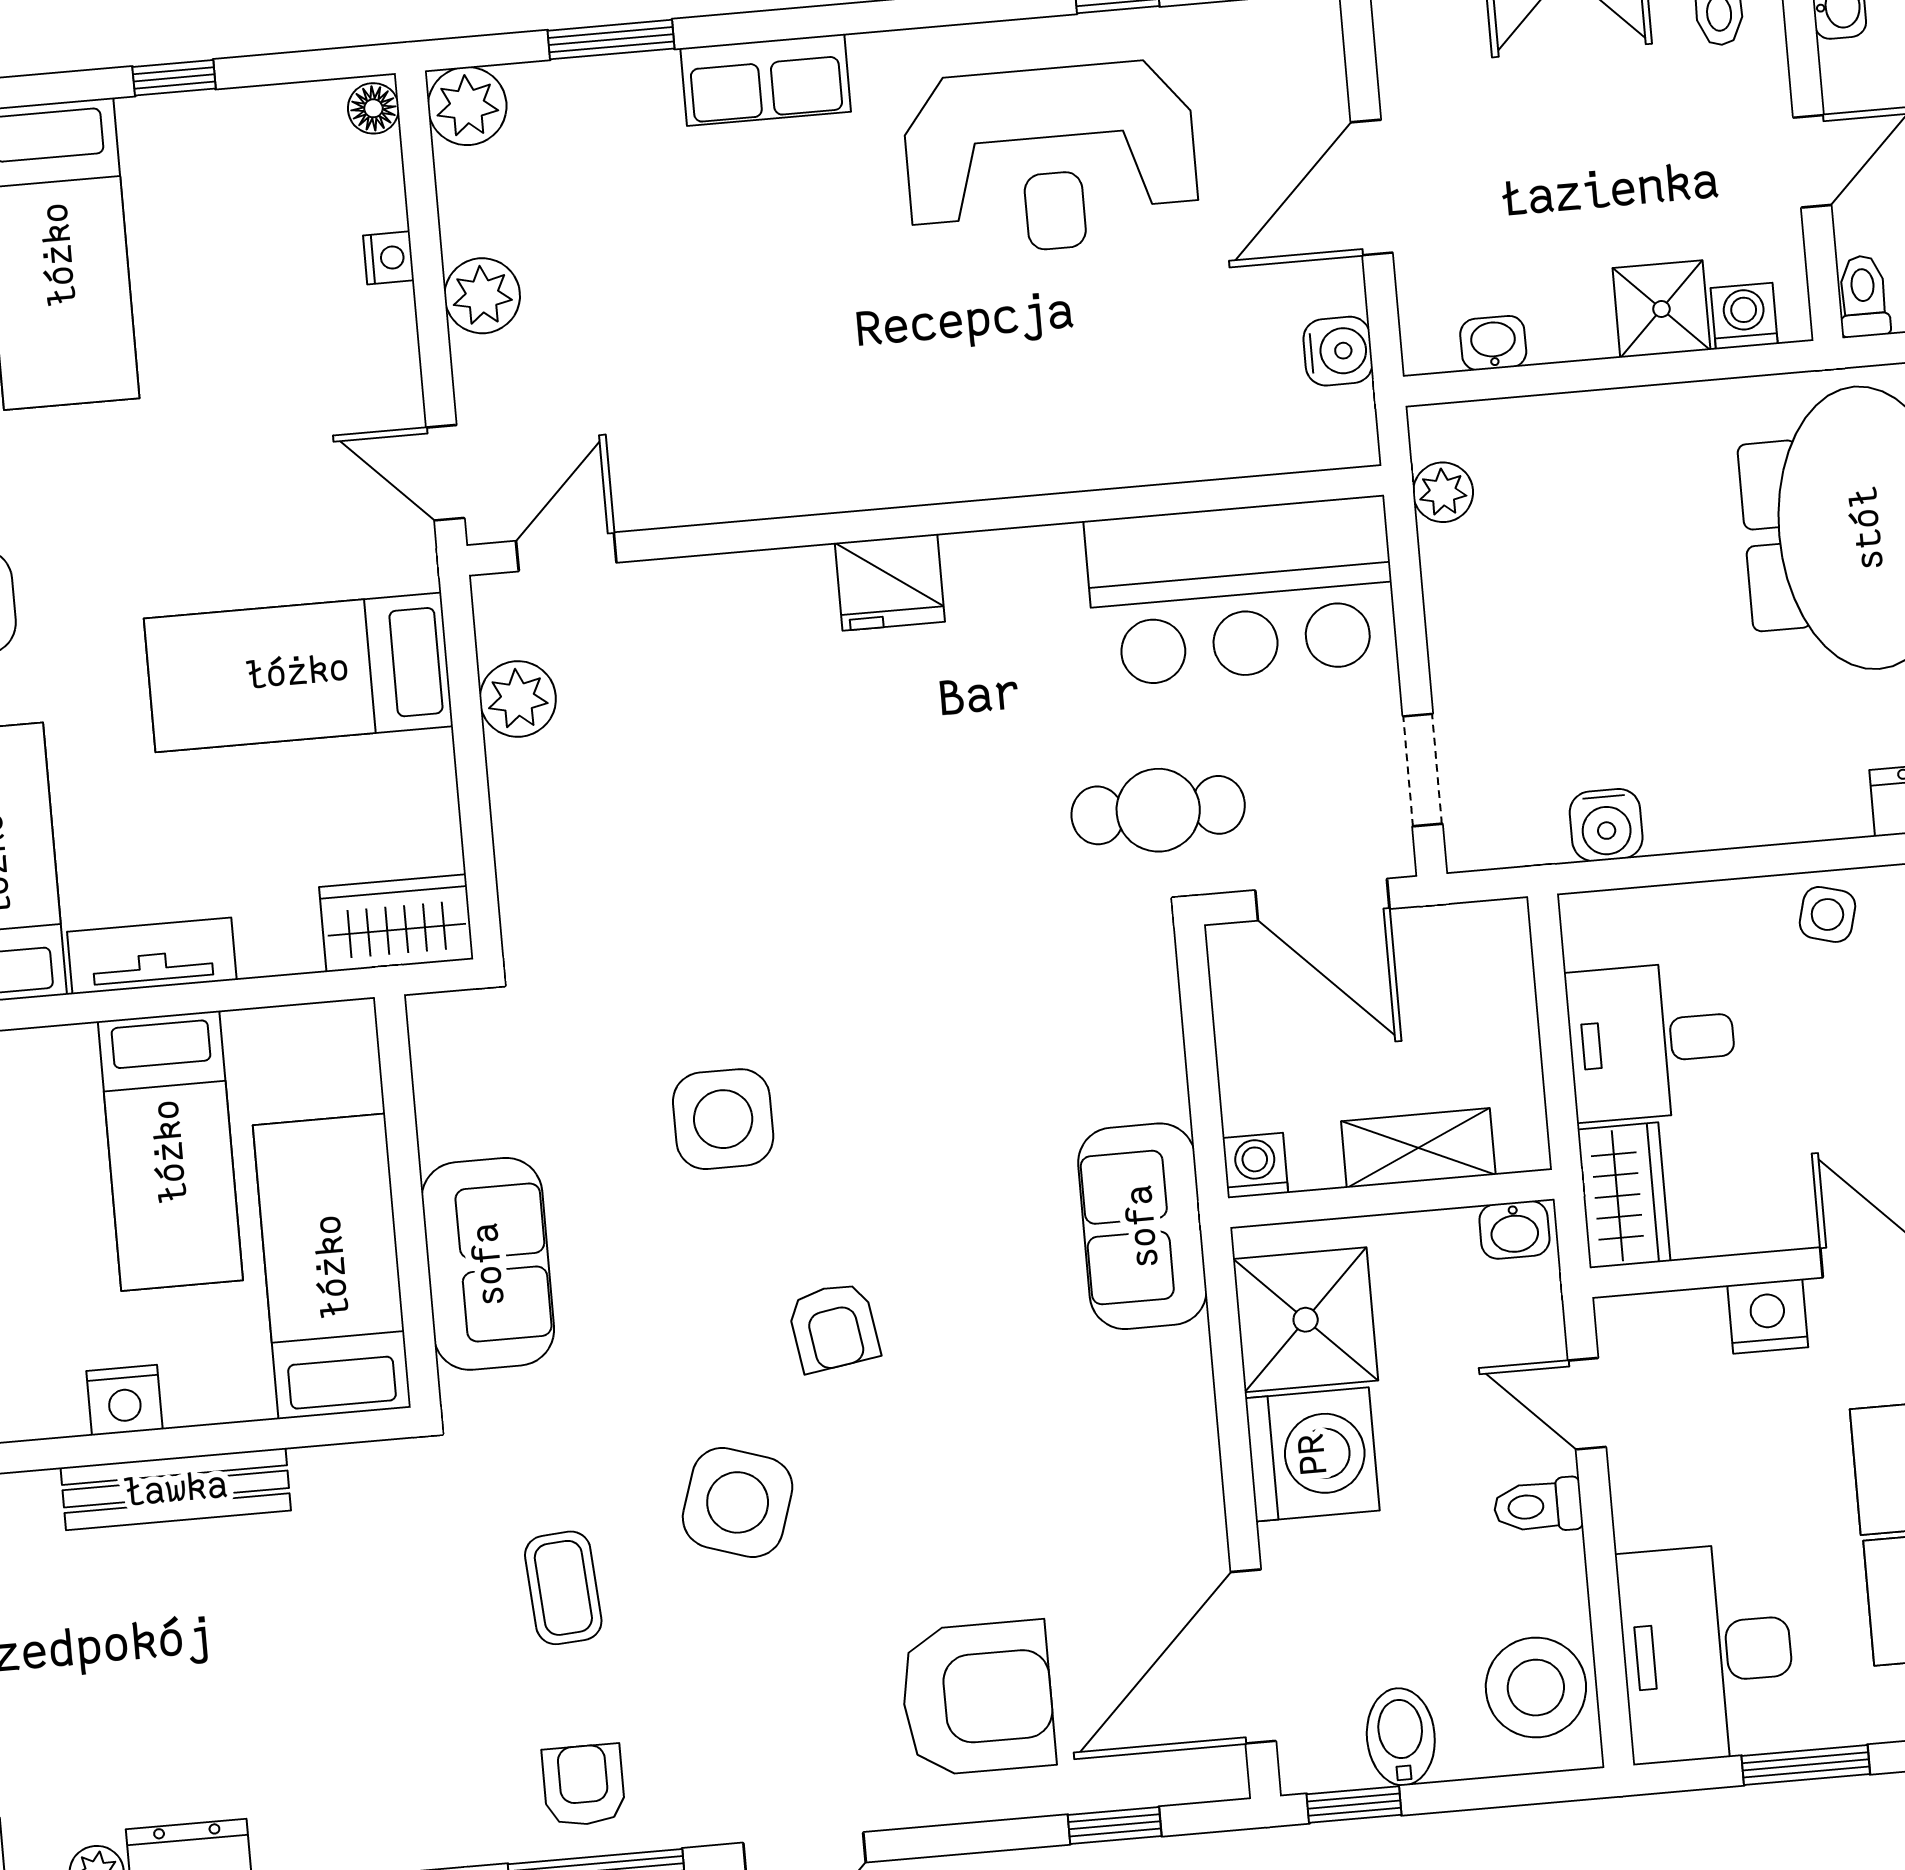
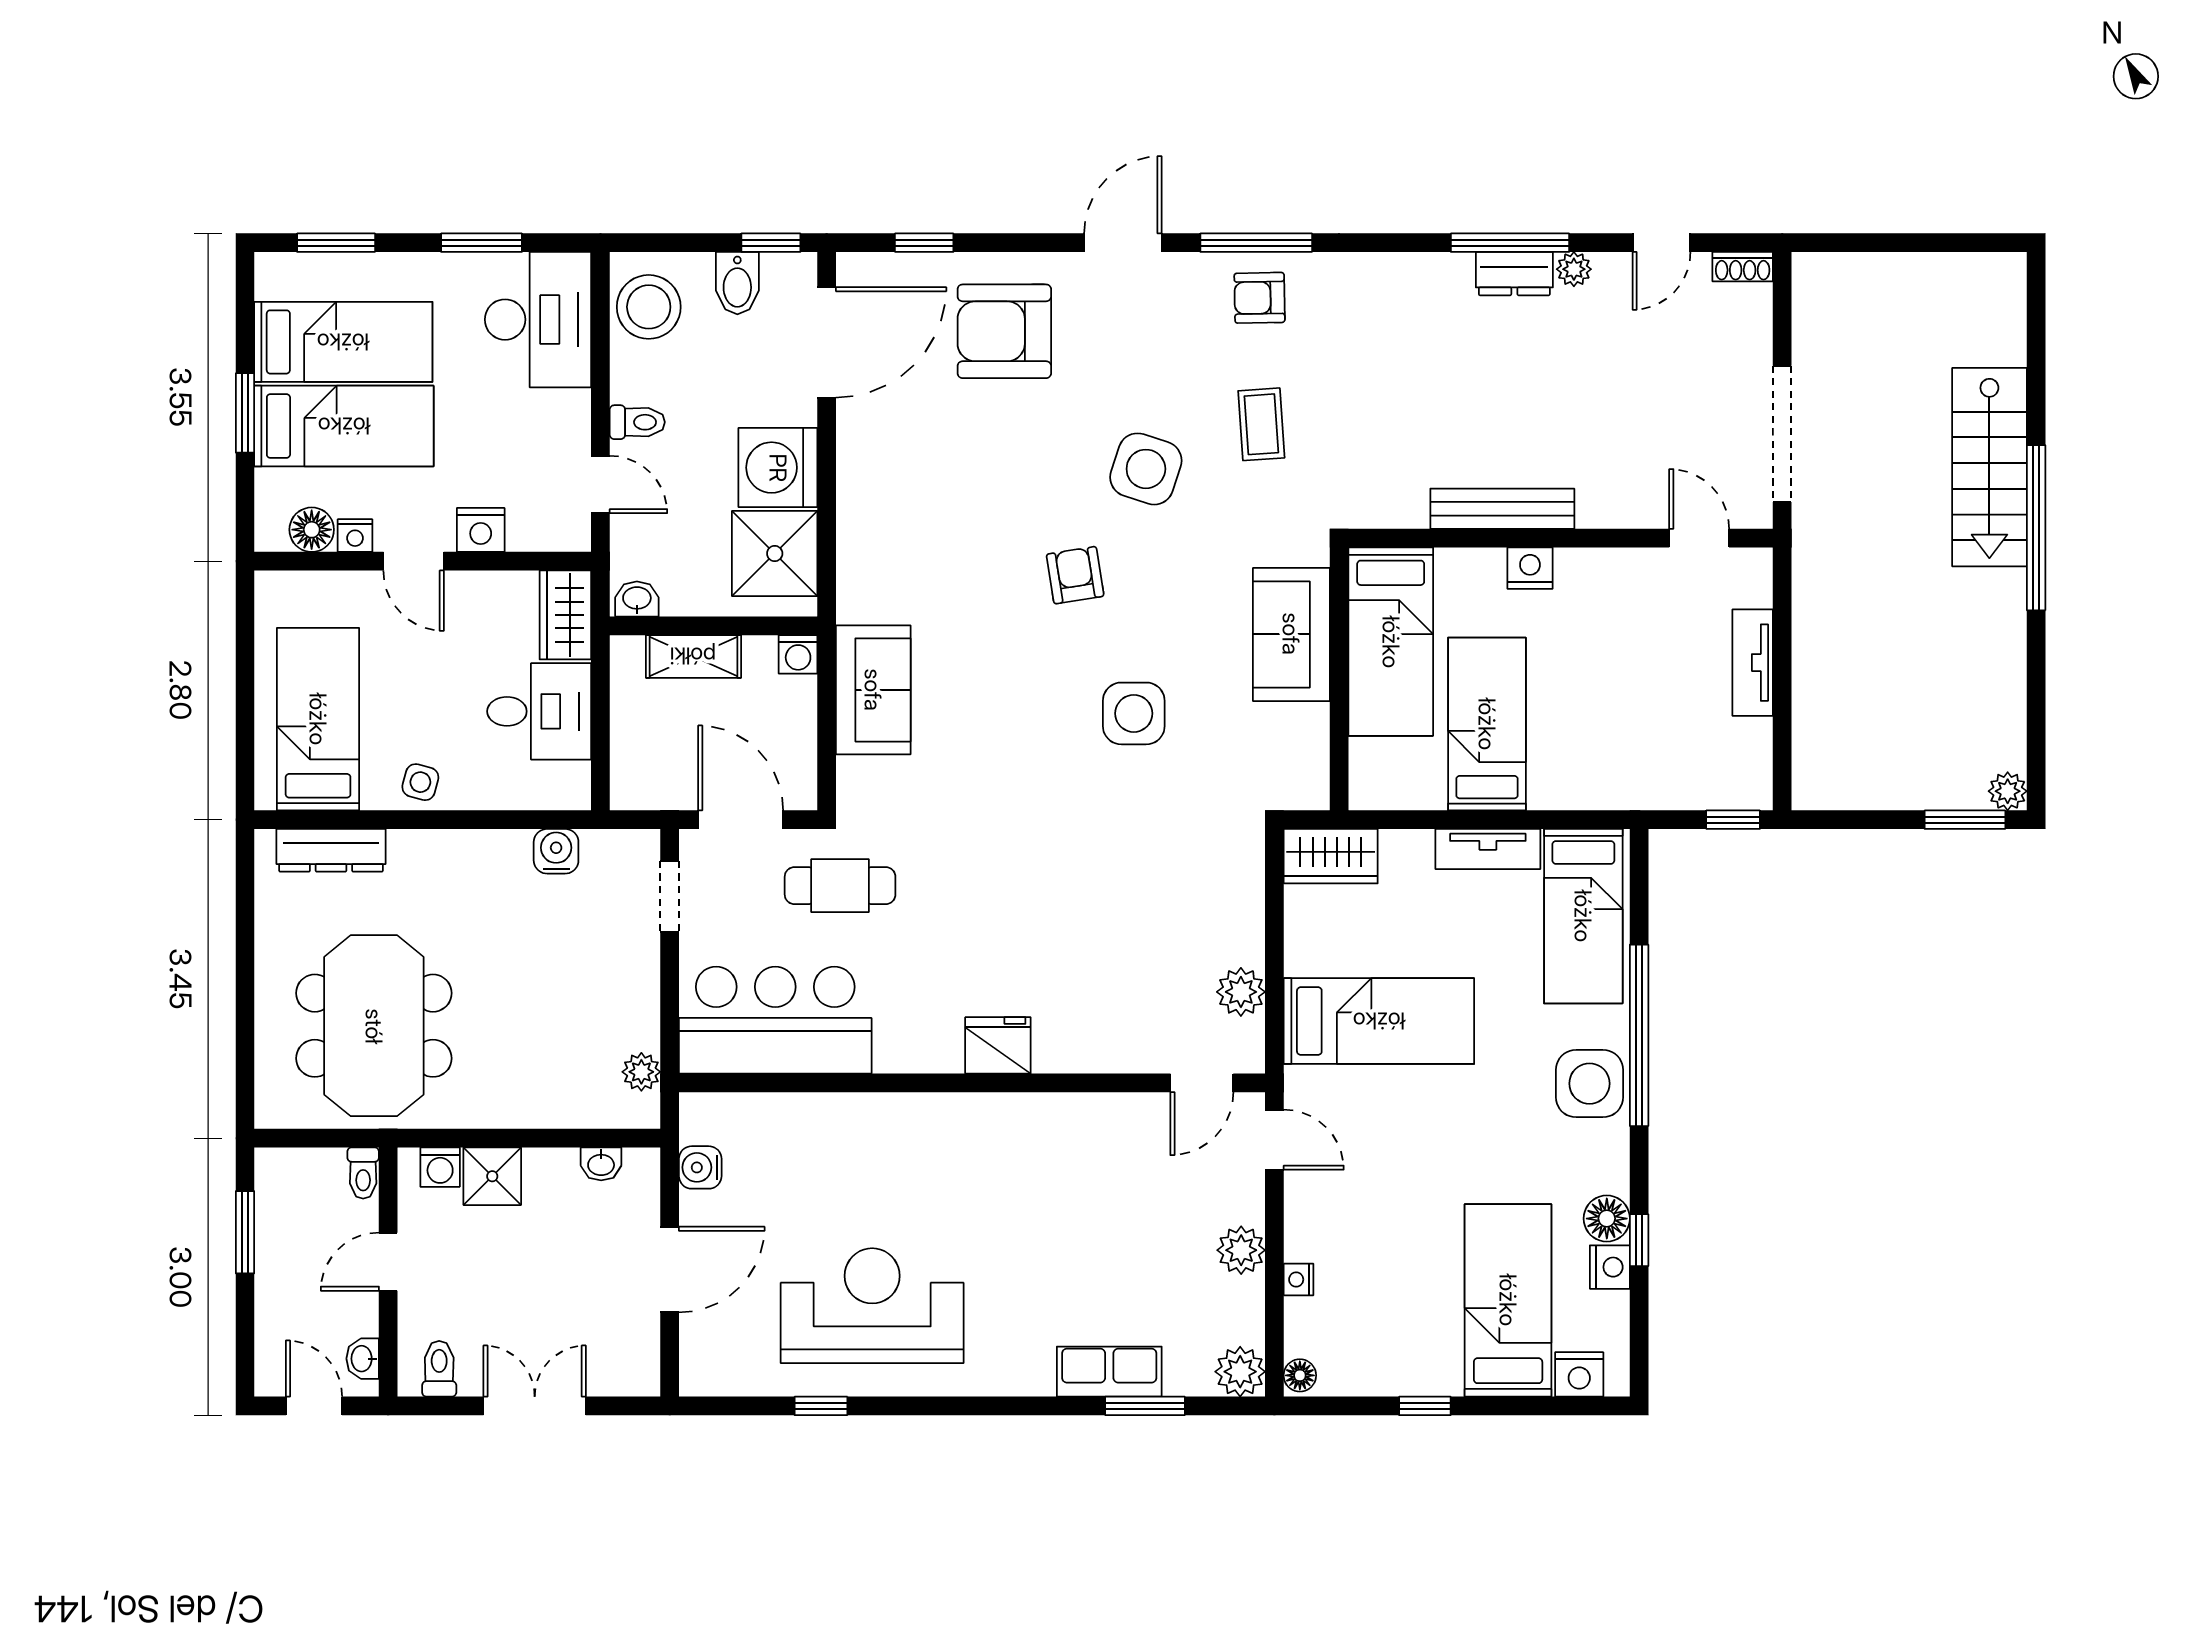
row of seats: (766, 80) -> (1109, 1372), moved
sofa: (1142, 1226) -> (873, 690), moved
armchair: (584, 1785) -> (1260, 298), turned 89

